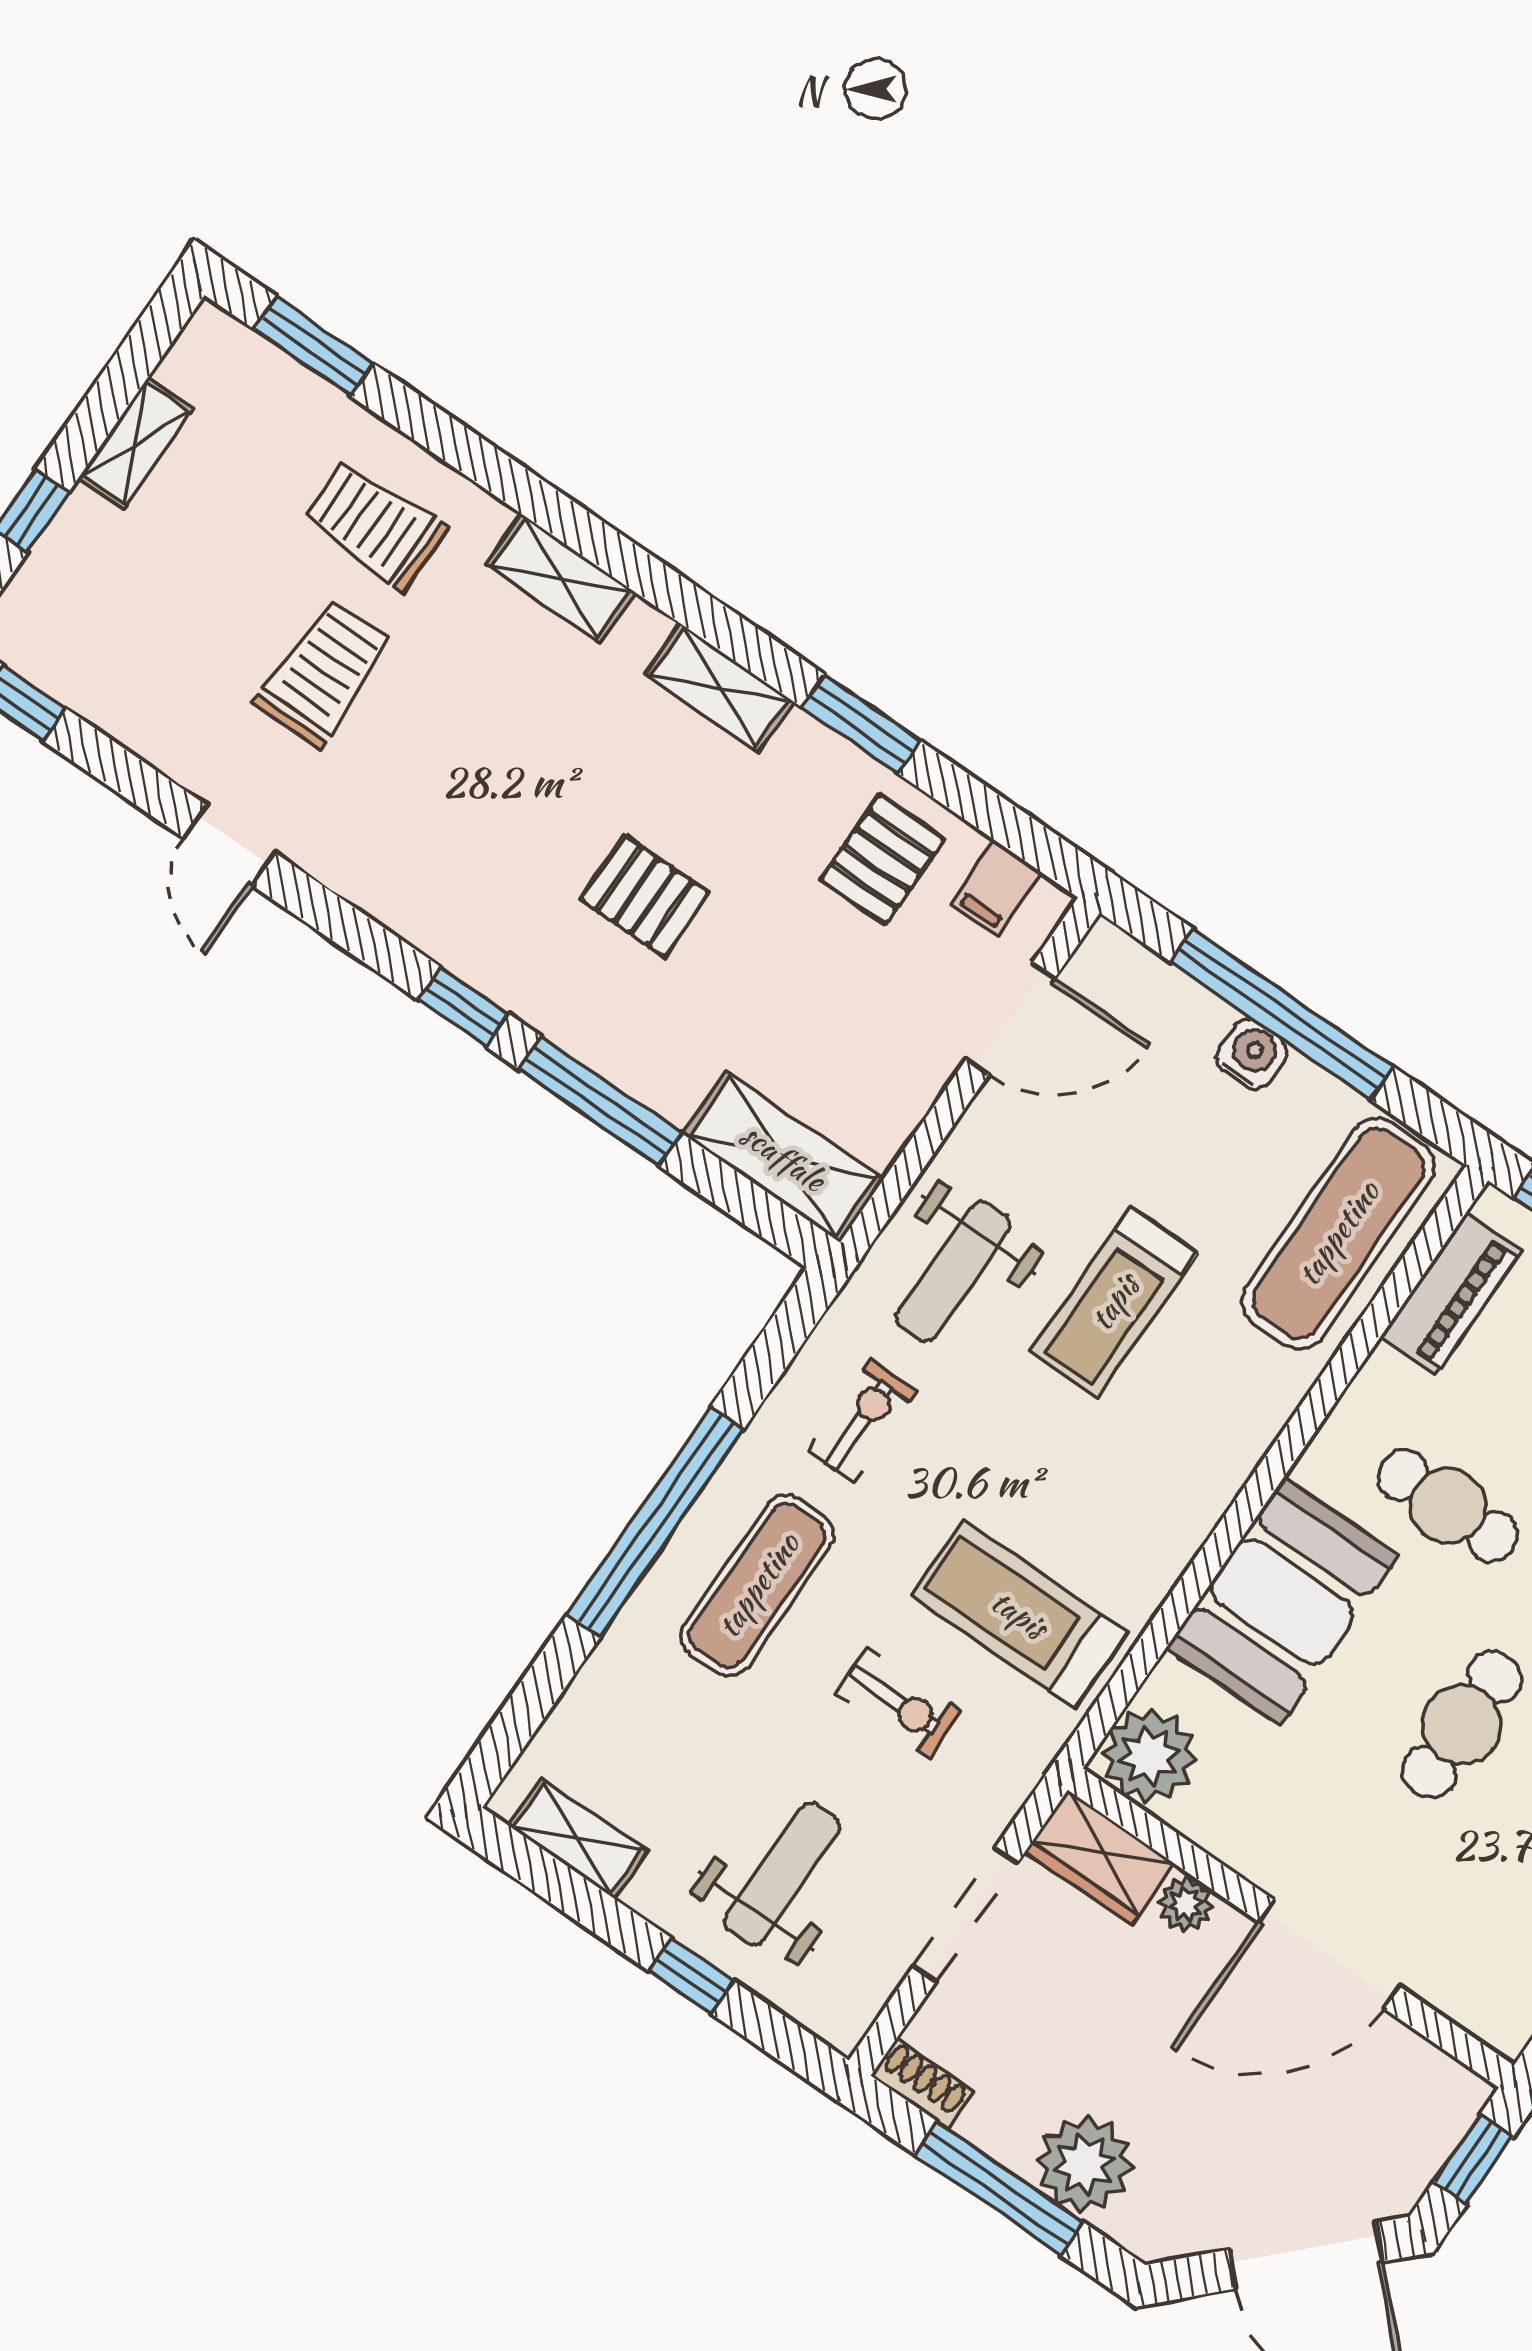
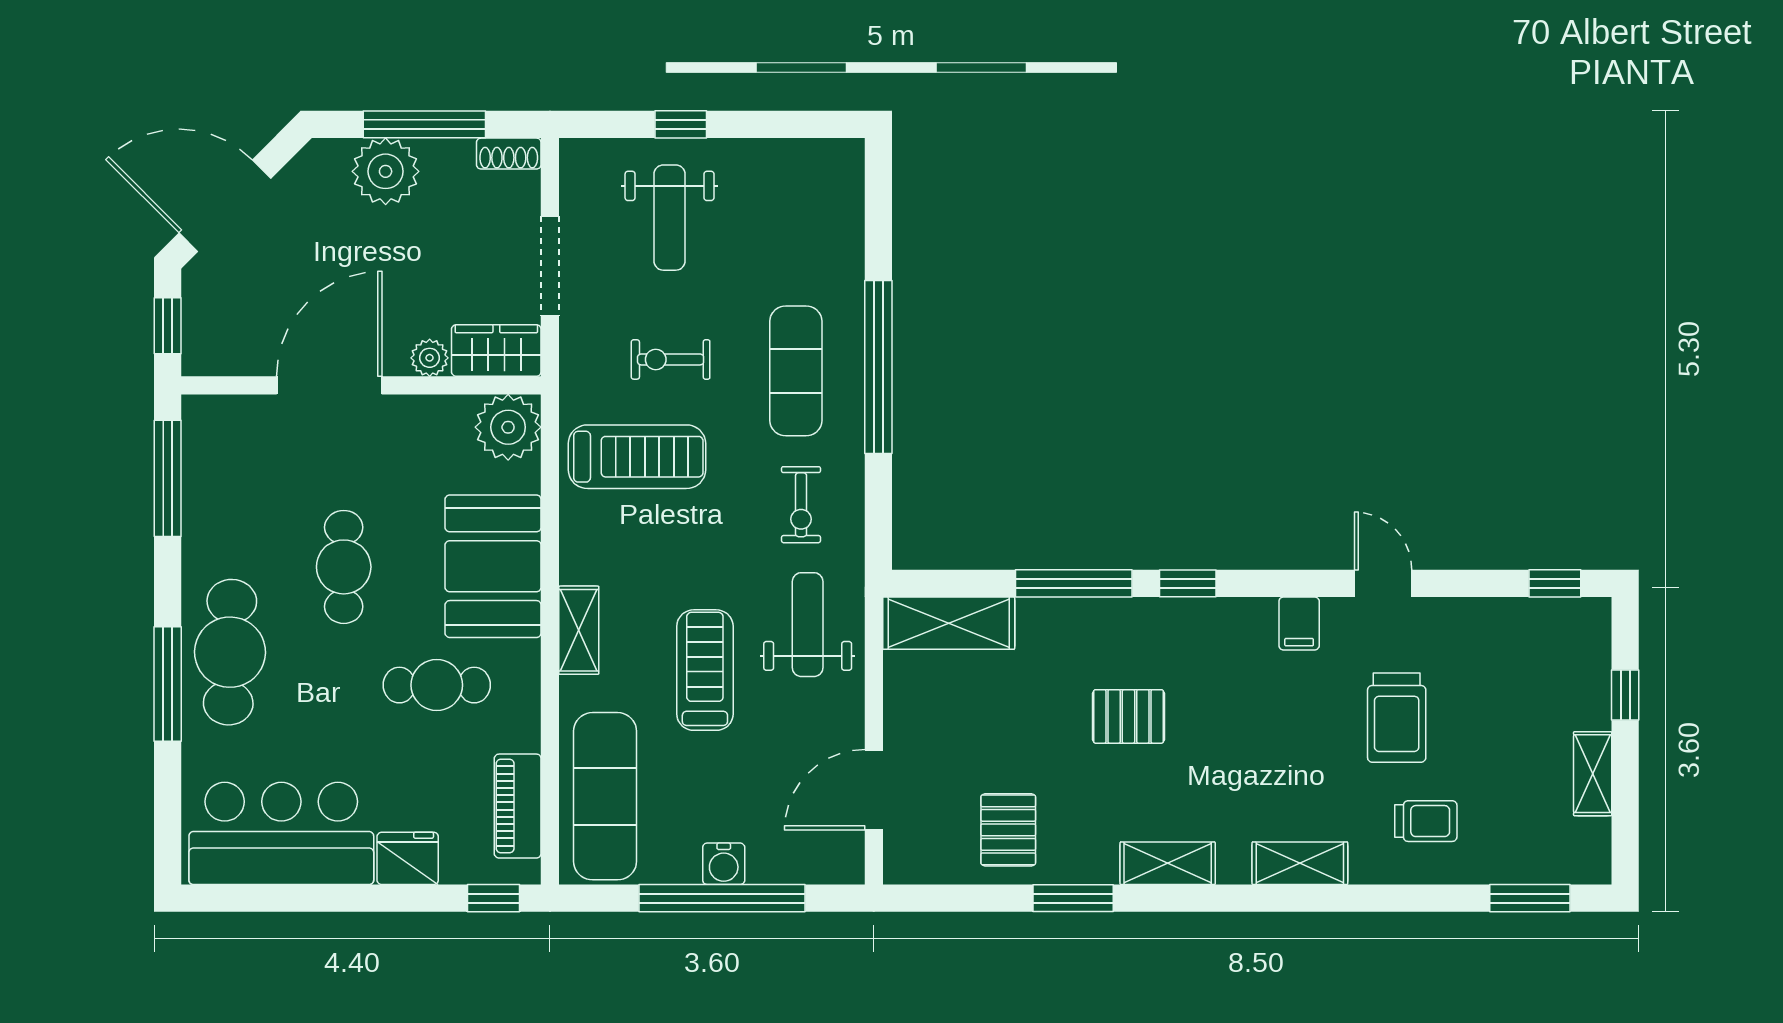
trolley: (375, 525) -> (1426, 821), width x0.73, depth x0.72
filing cabinet: (996, 888) -> (1299, 623), moved, turned 180
shelving: (578, 1838) -> (579, 630), moved, turned 90

